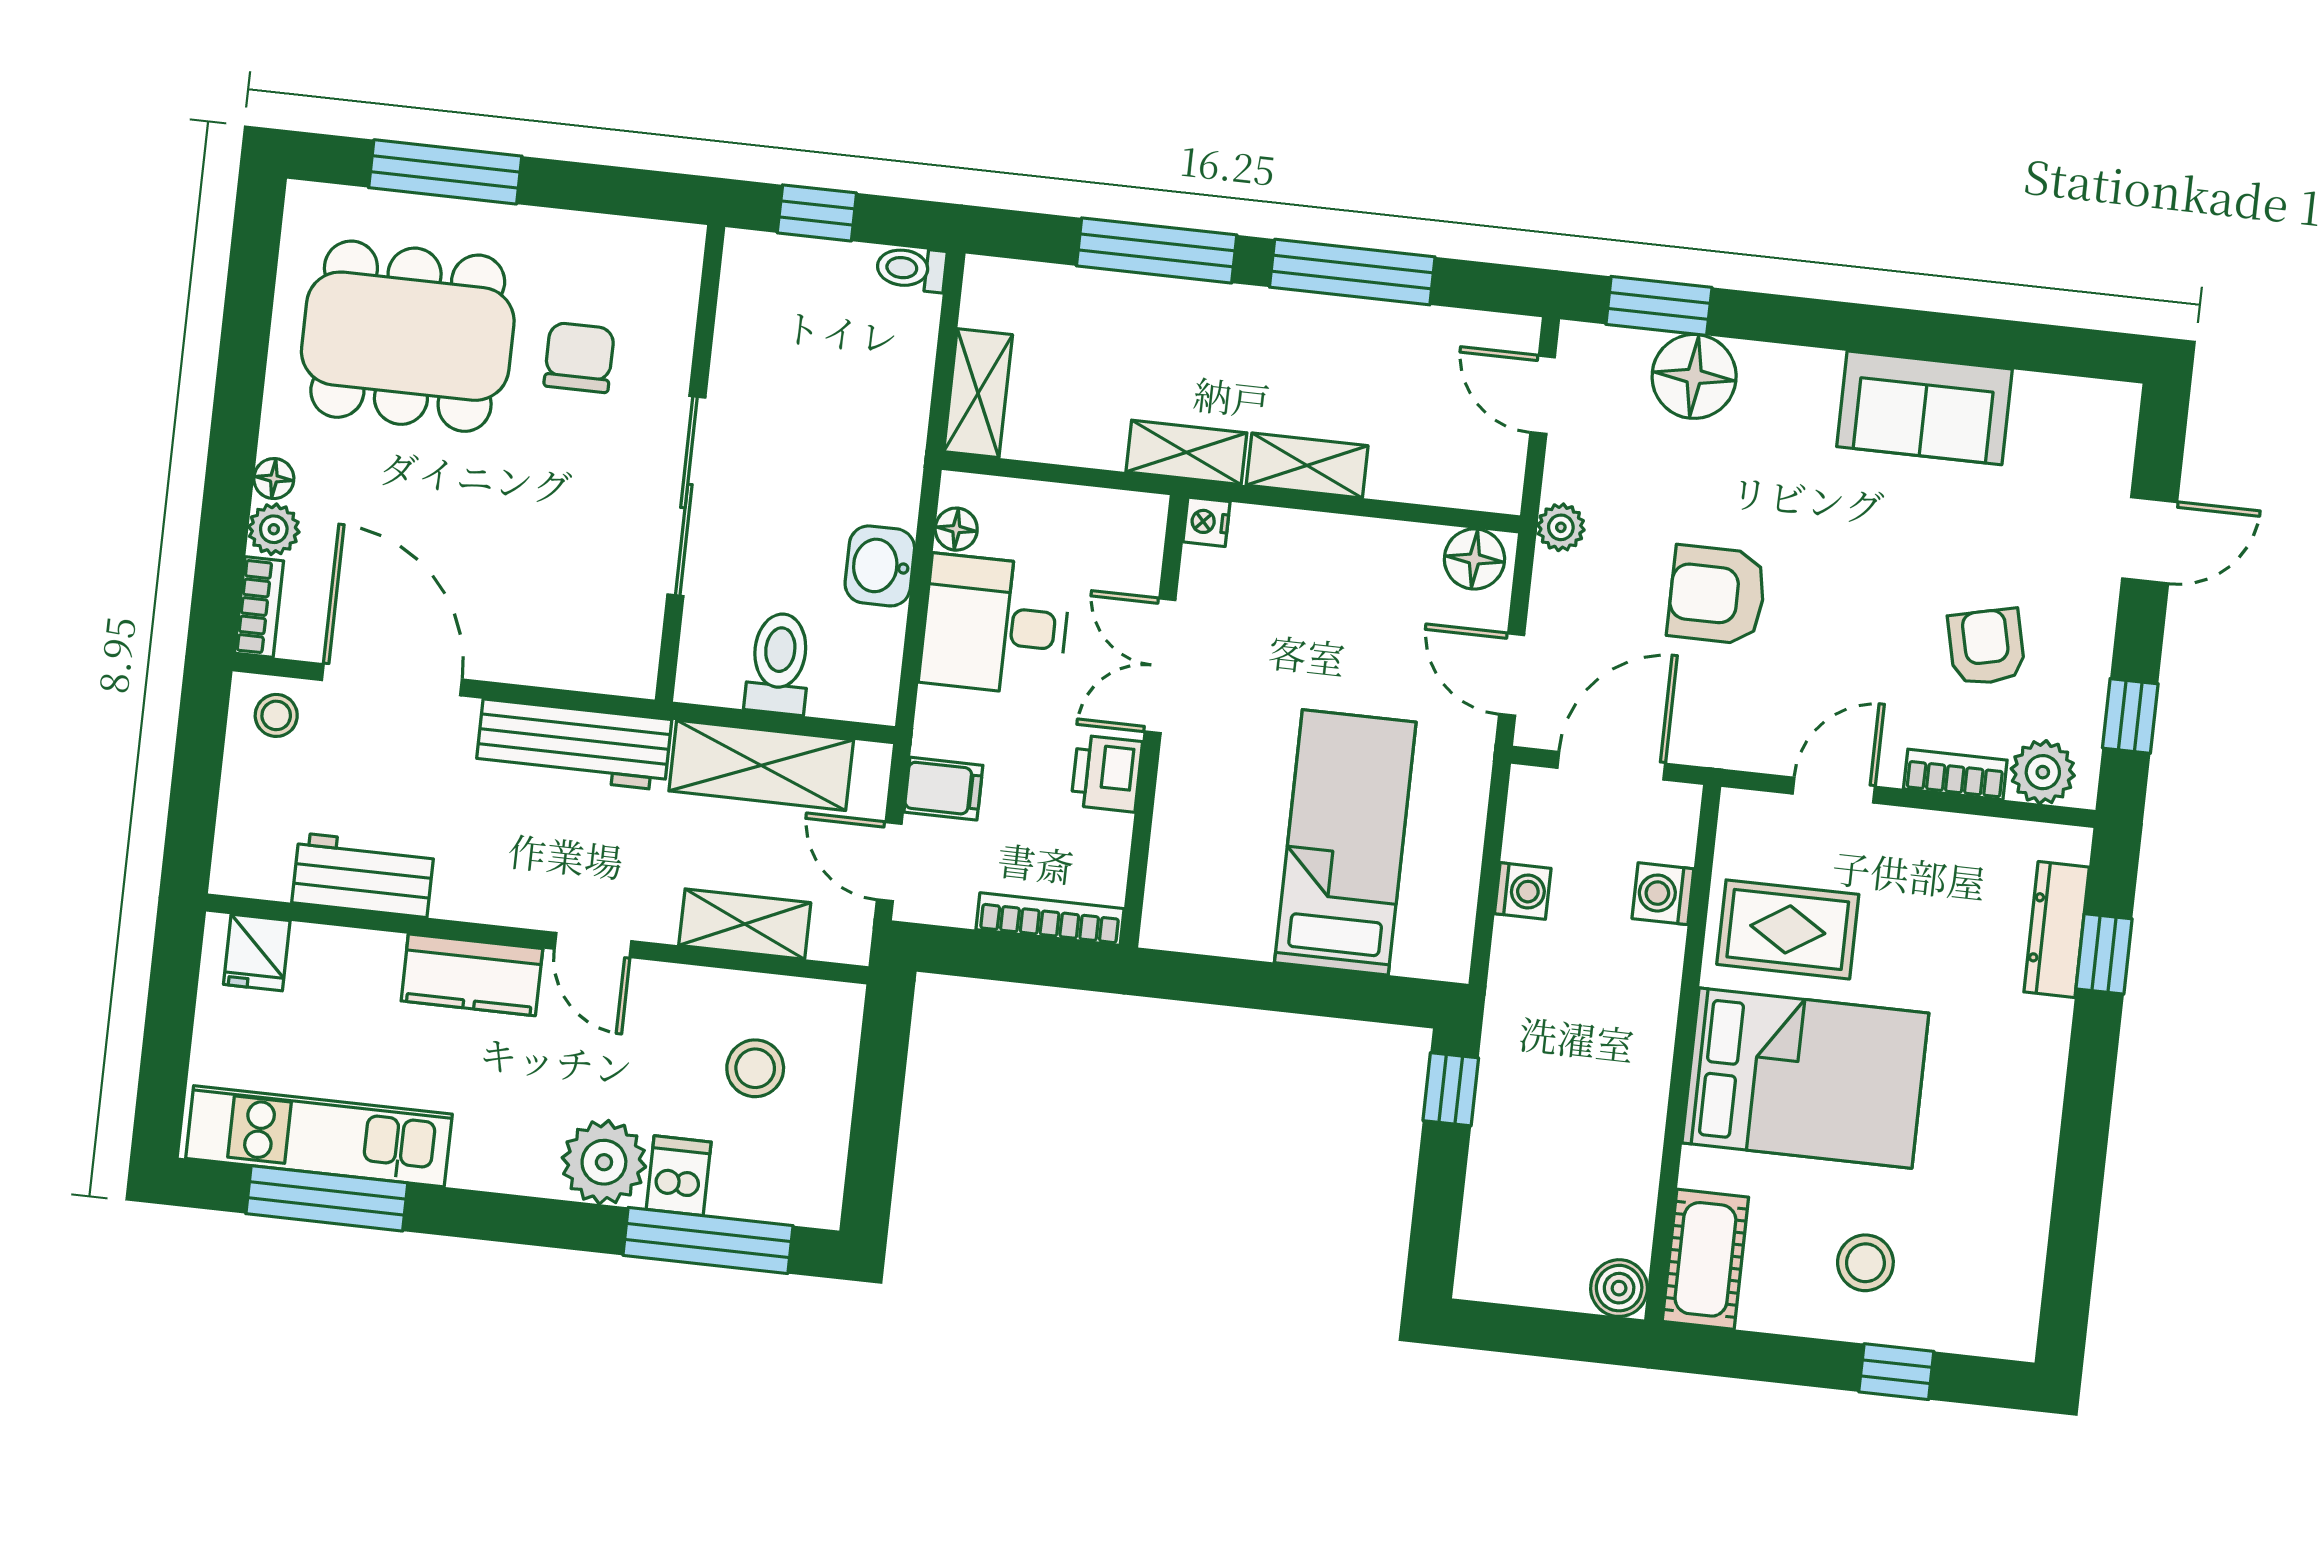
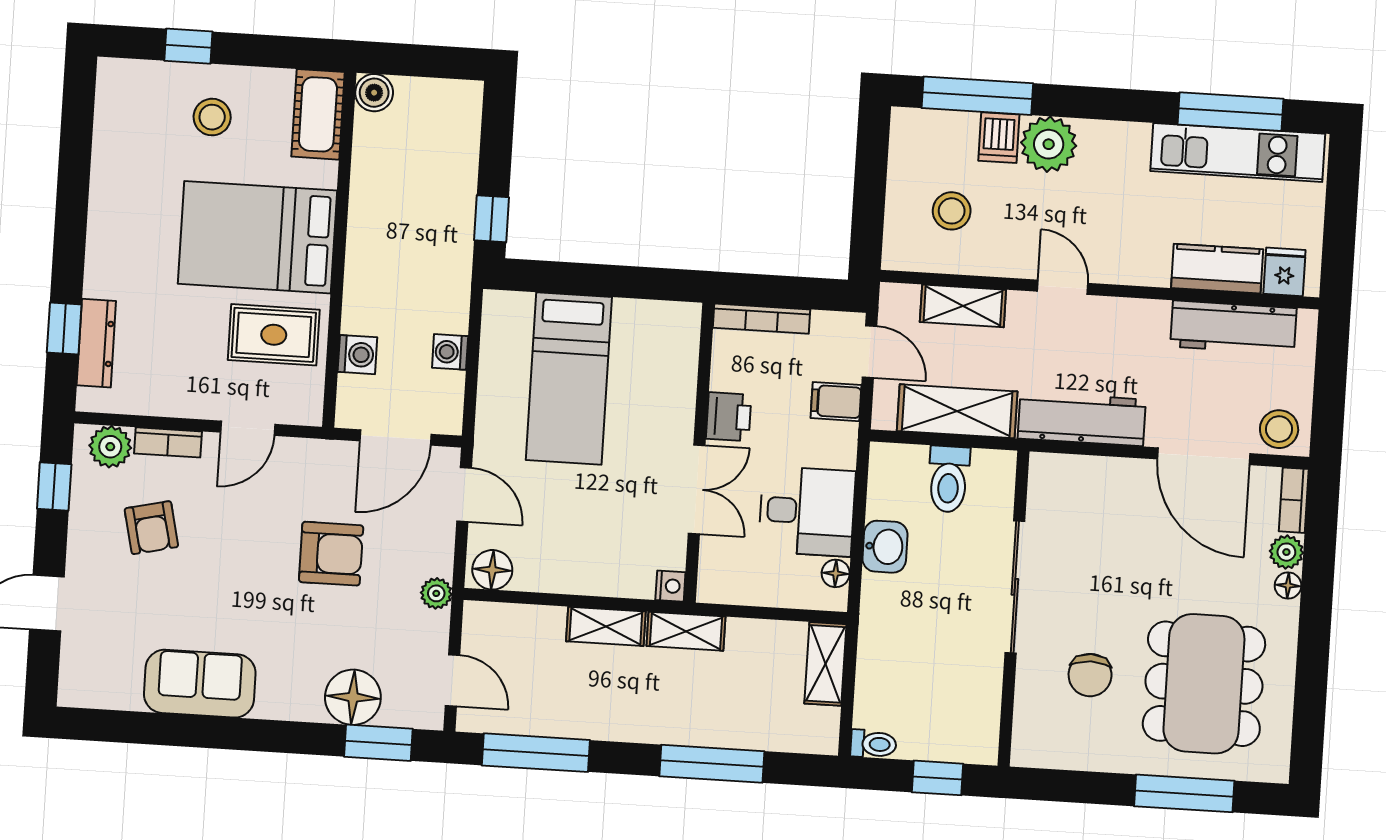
window: (1352, 272) -> (536, 753), moved
dining table: (408, 336) -> (1204, 684), turned 90
stool: (276, 715) -> (1279, 429), width x1.37, depth x1.37
workbench: (363, 875) -> (1233, 327), width x1.38
kitchen counter: (472, 975) -> (1217, 269), moved

